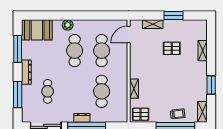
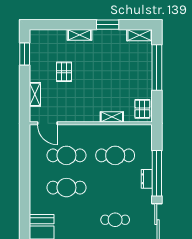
window: (174, 16) -> (25, 54), moved
plant: (68, 25) -> (36, 196), removed
shelving: (203, 51) -> (80, 35), moved
trolley: (178, 114) -> (142, 65), removed

